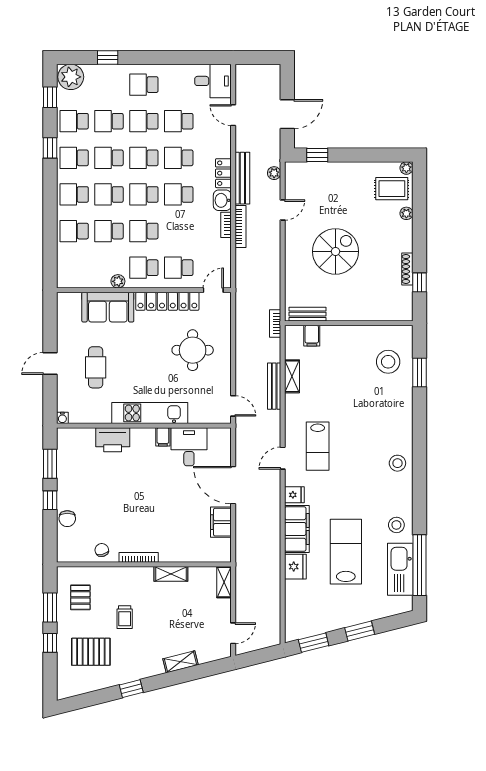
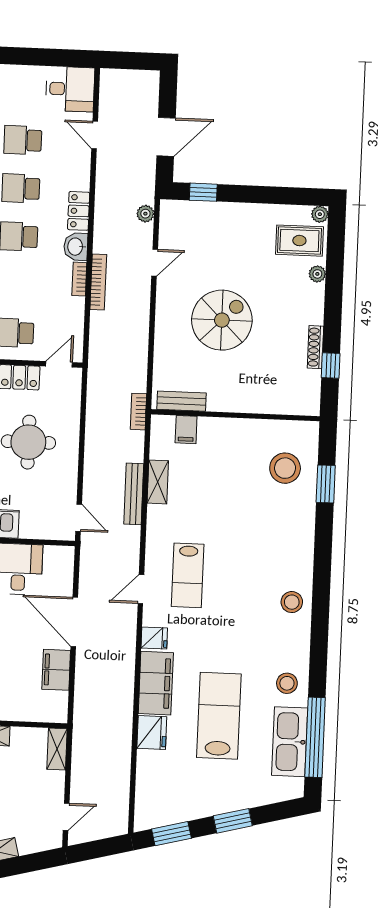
bench: (242, 178) -> (103, 218), removed

